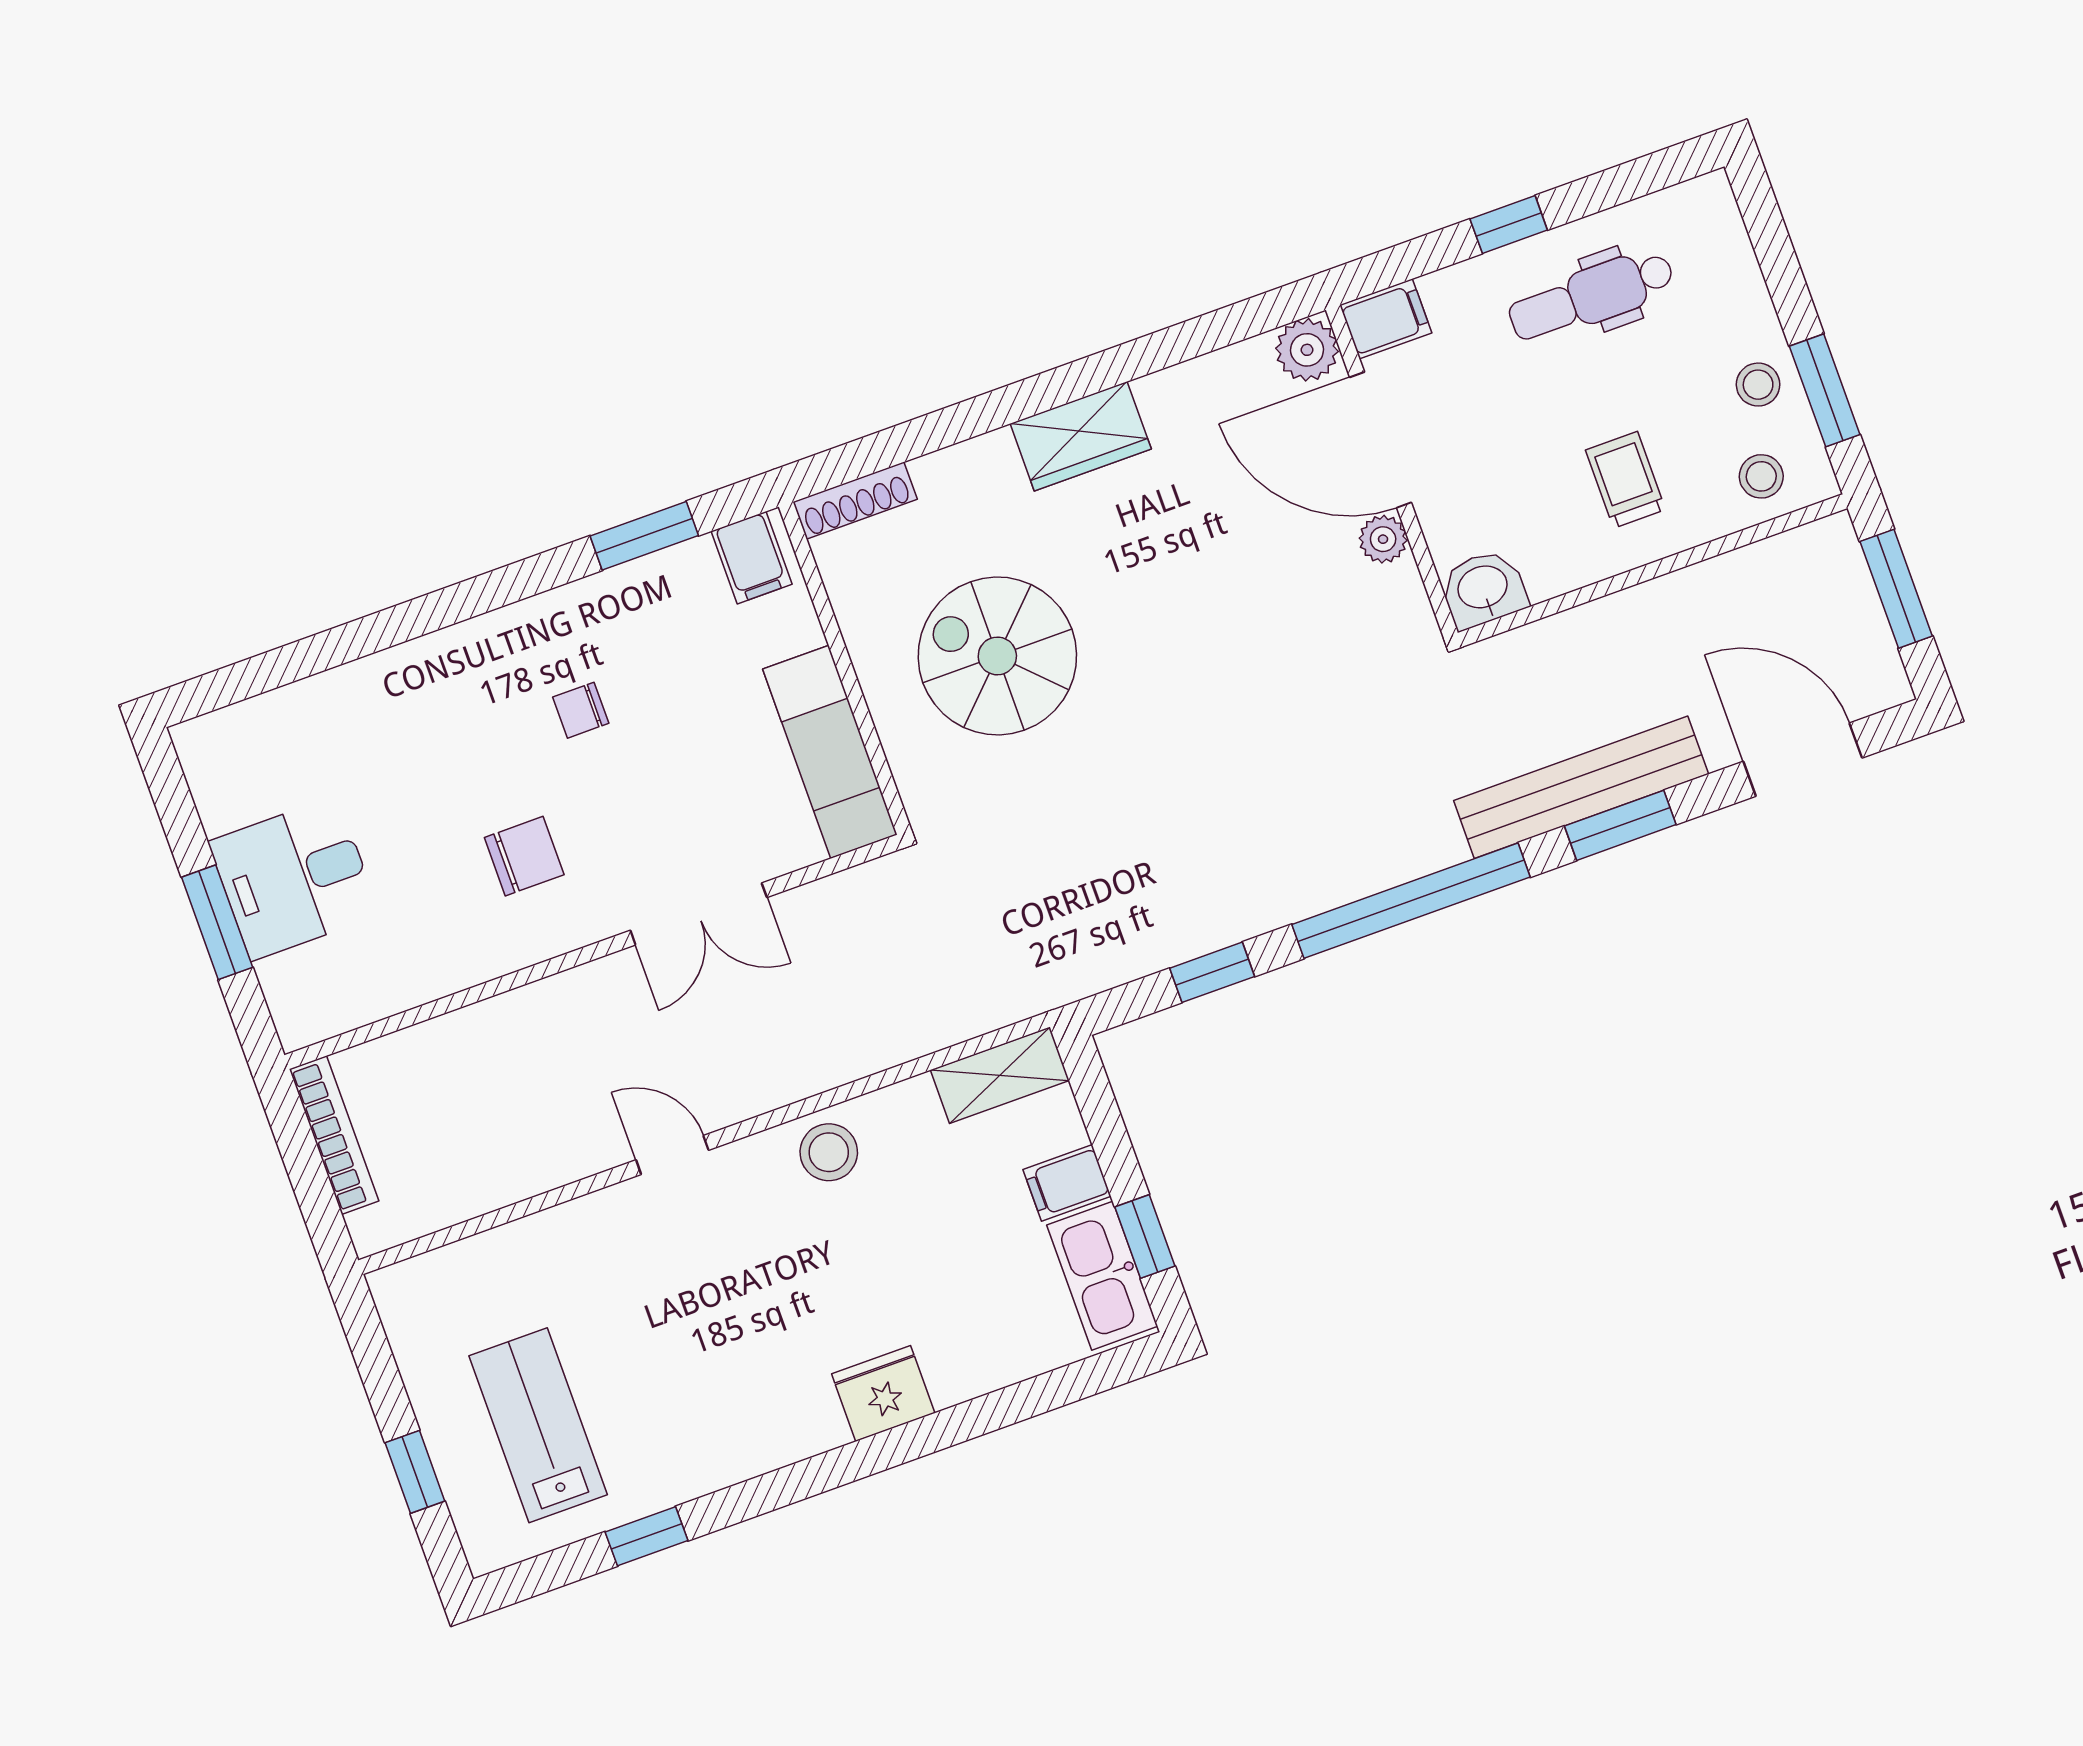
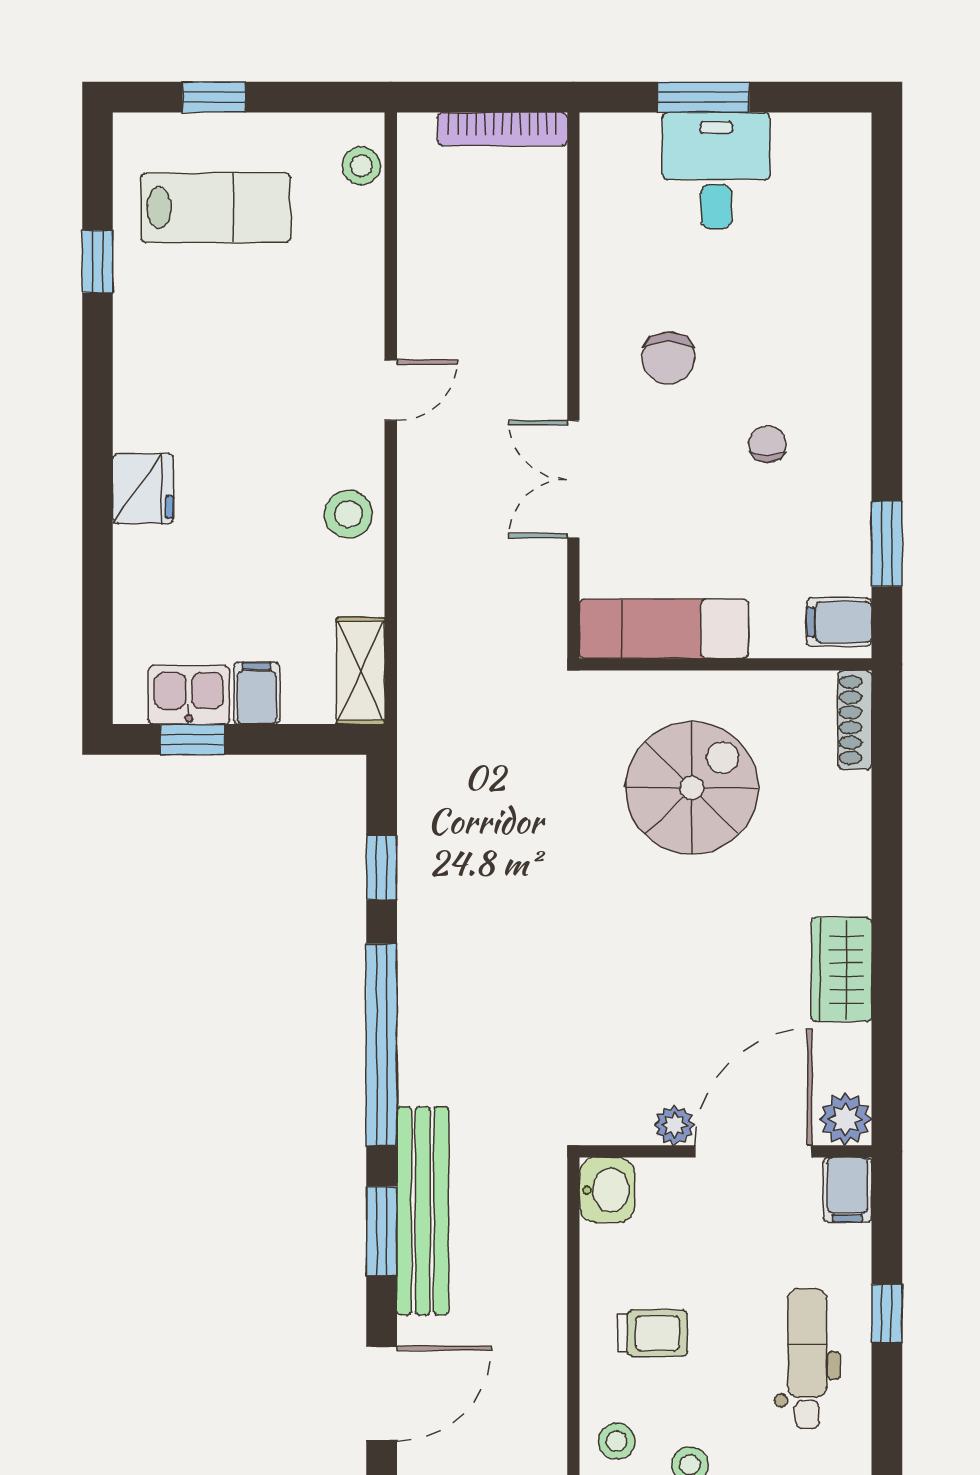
wardrobe: (1081, 436) -> (841, 970), moved
kitchen sink: (1102, 1276) -> (189, 695), width x0.73
stool: (432, 1279) -> (361, 166), added

